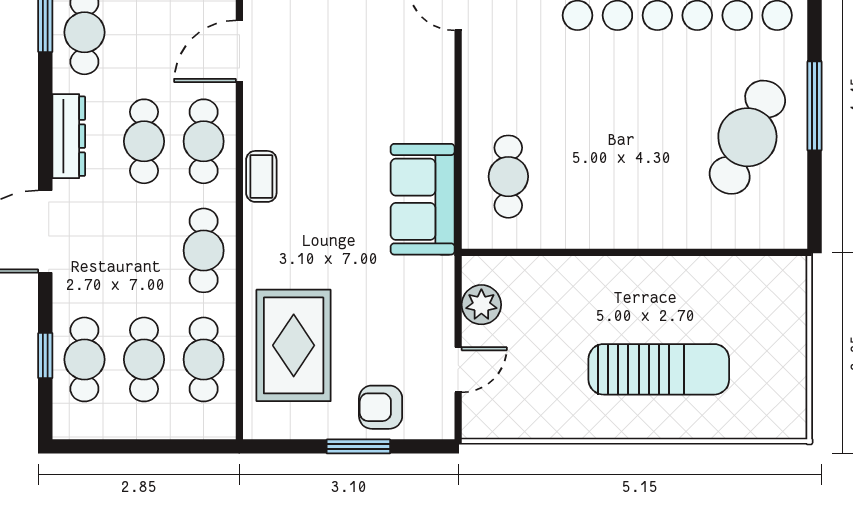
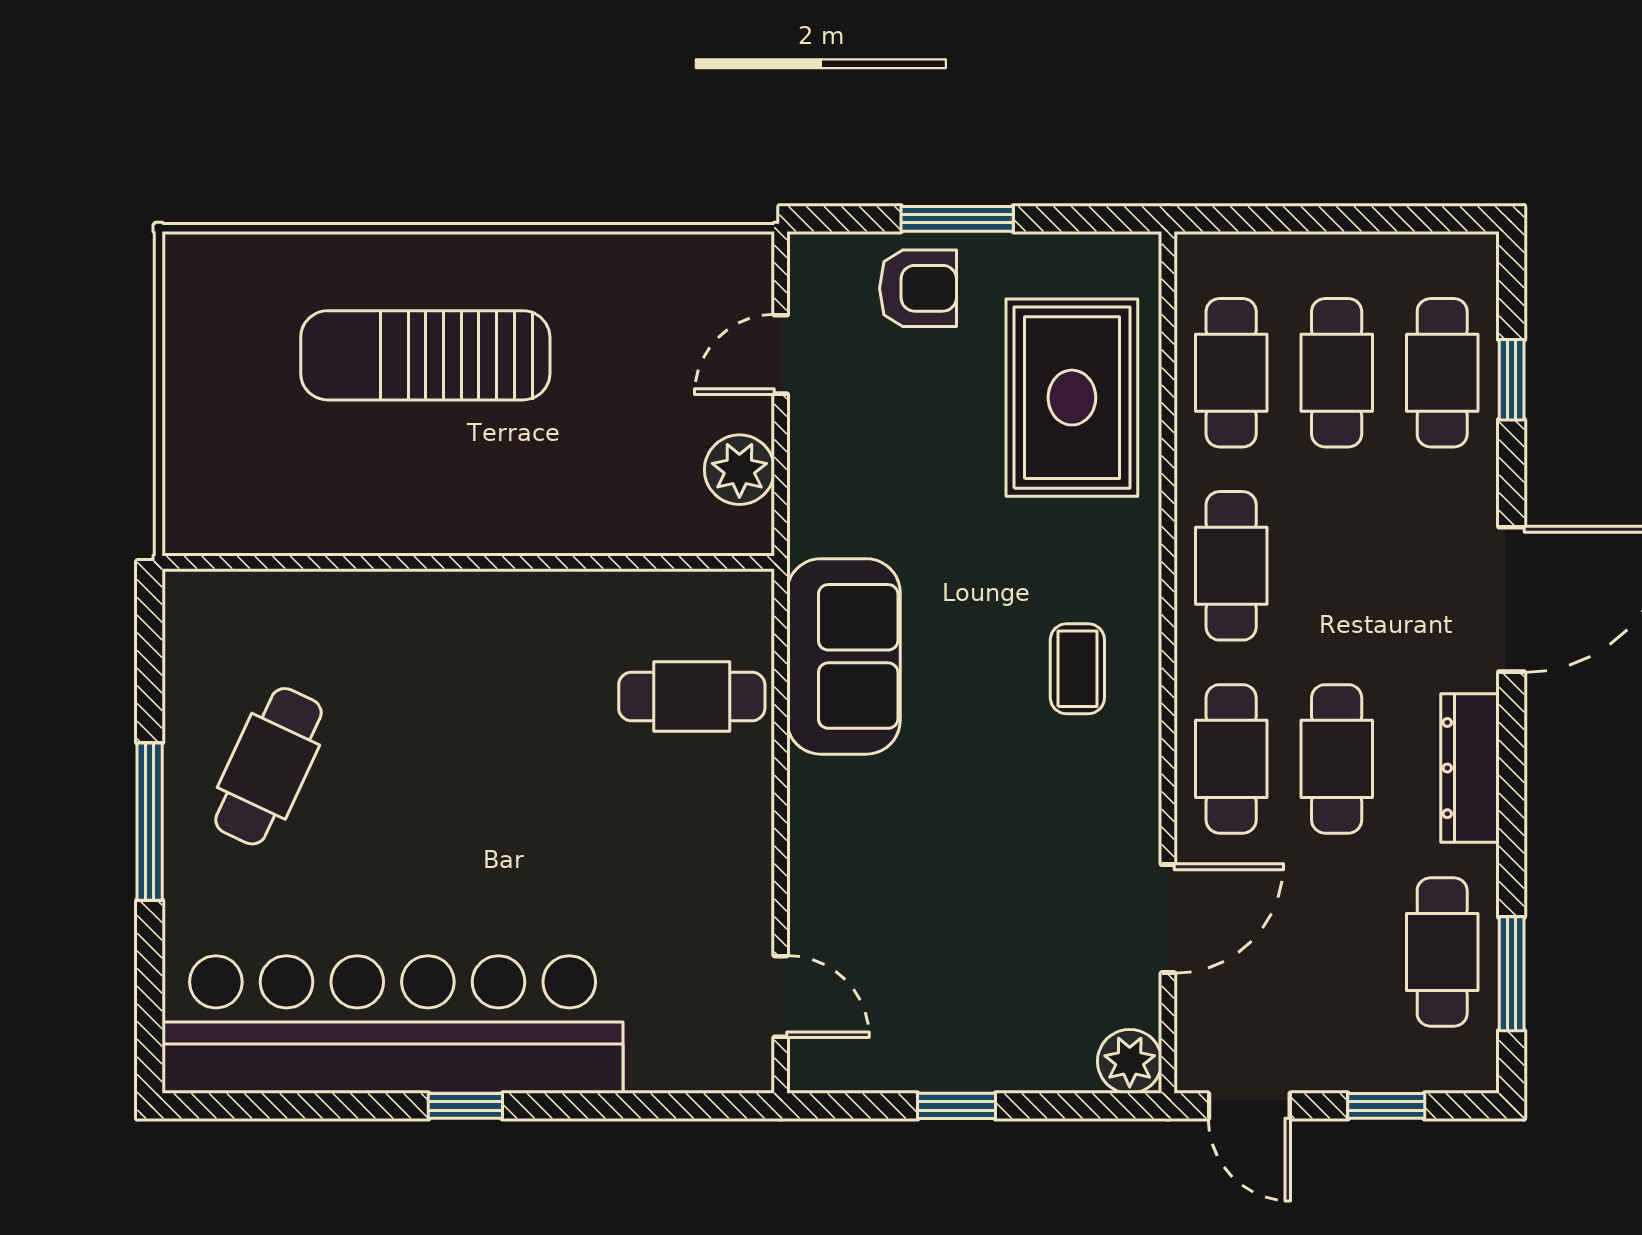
cafe table: (747, 137) -> (268, 766), width x0.73, depth x0.74
coffee table: (261, 176) -> (1077, 669), moved
cafe table: (508, 177) -> (692, 697), turned 90

